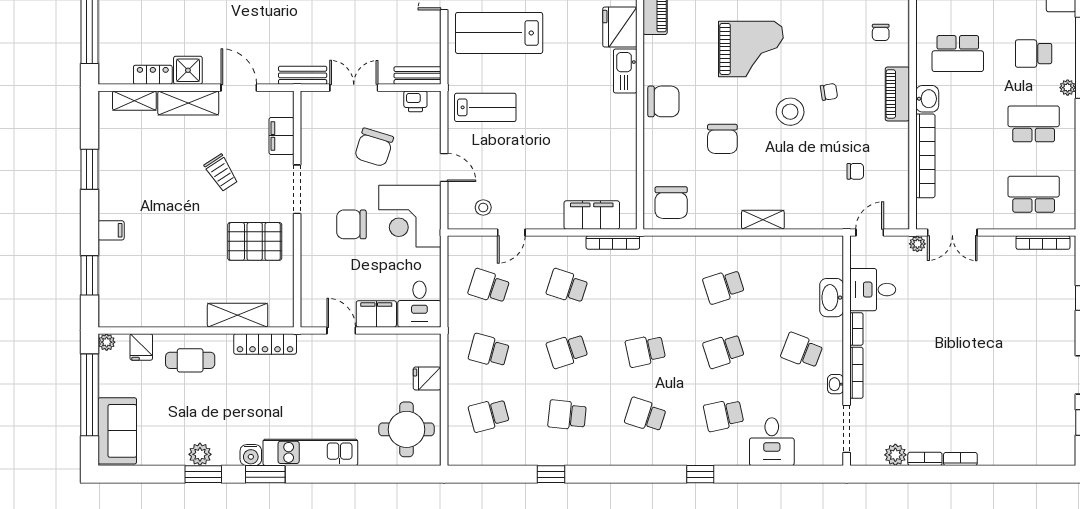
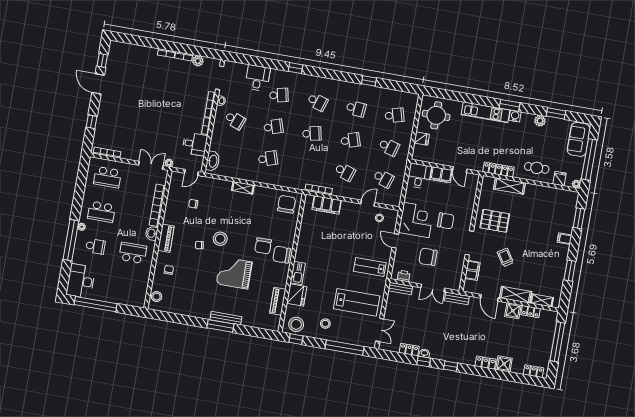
chair: (722, 139) -> (263, 246), moved, turned 180
chair: (374, 147) -> (428, 257), turned -107
washbasin: (832, 298) -> (213, 161), moved
window: (203, 474) -> (556, 113), moved

